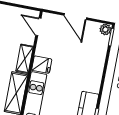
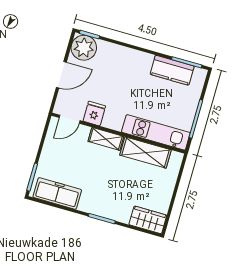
plant: (105, 29) -> (84, 48), width x1.88, depth x1.88
fridge: (42, 65) -> (94, 114), moved

